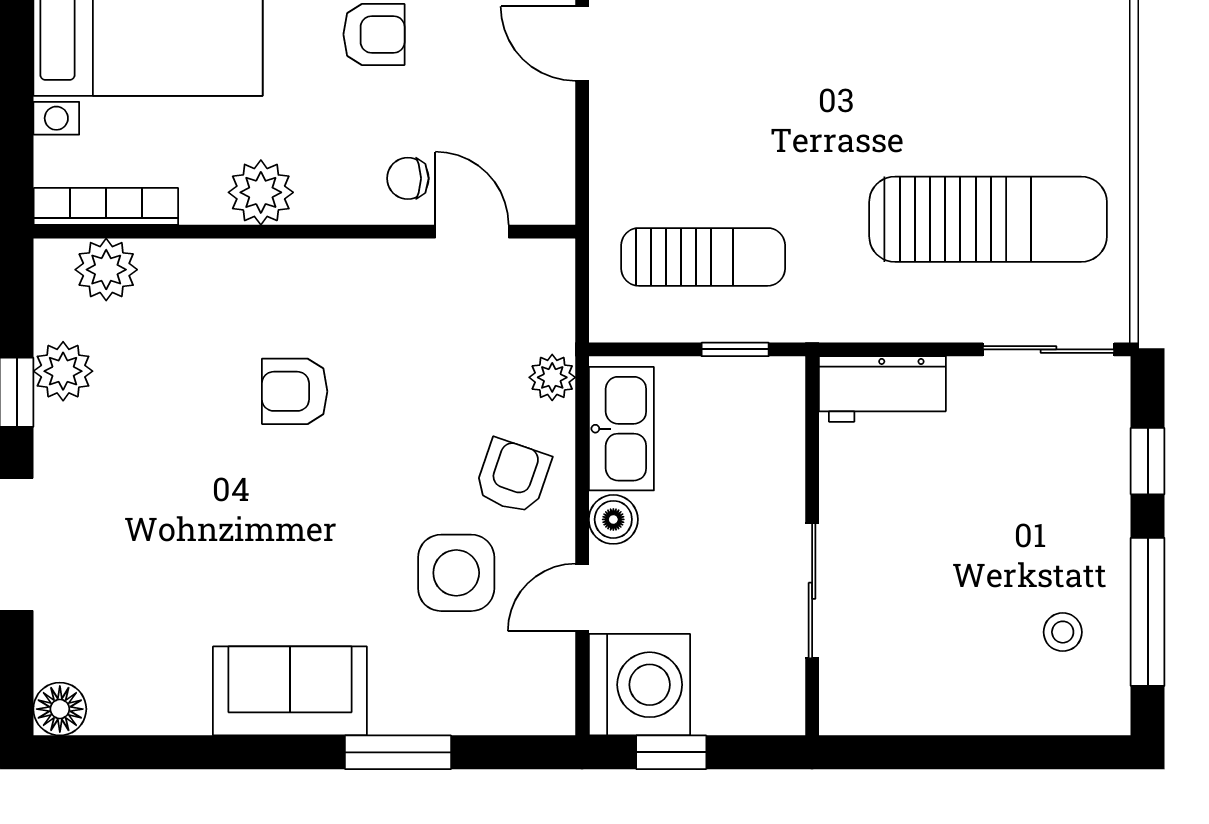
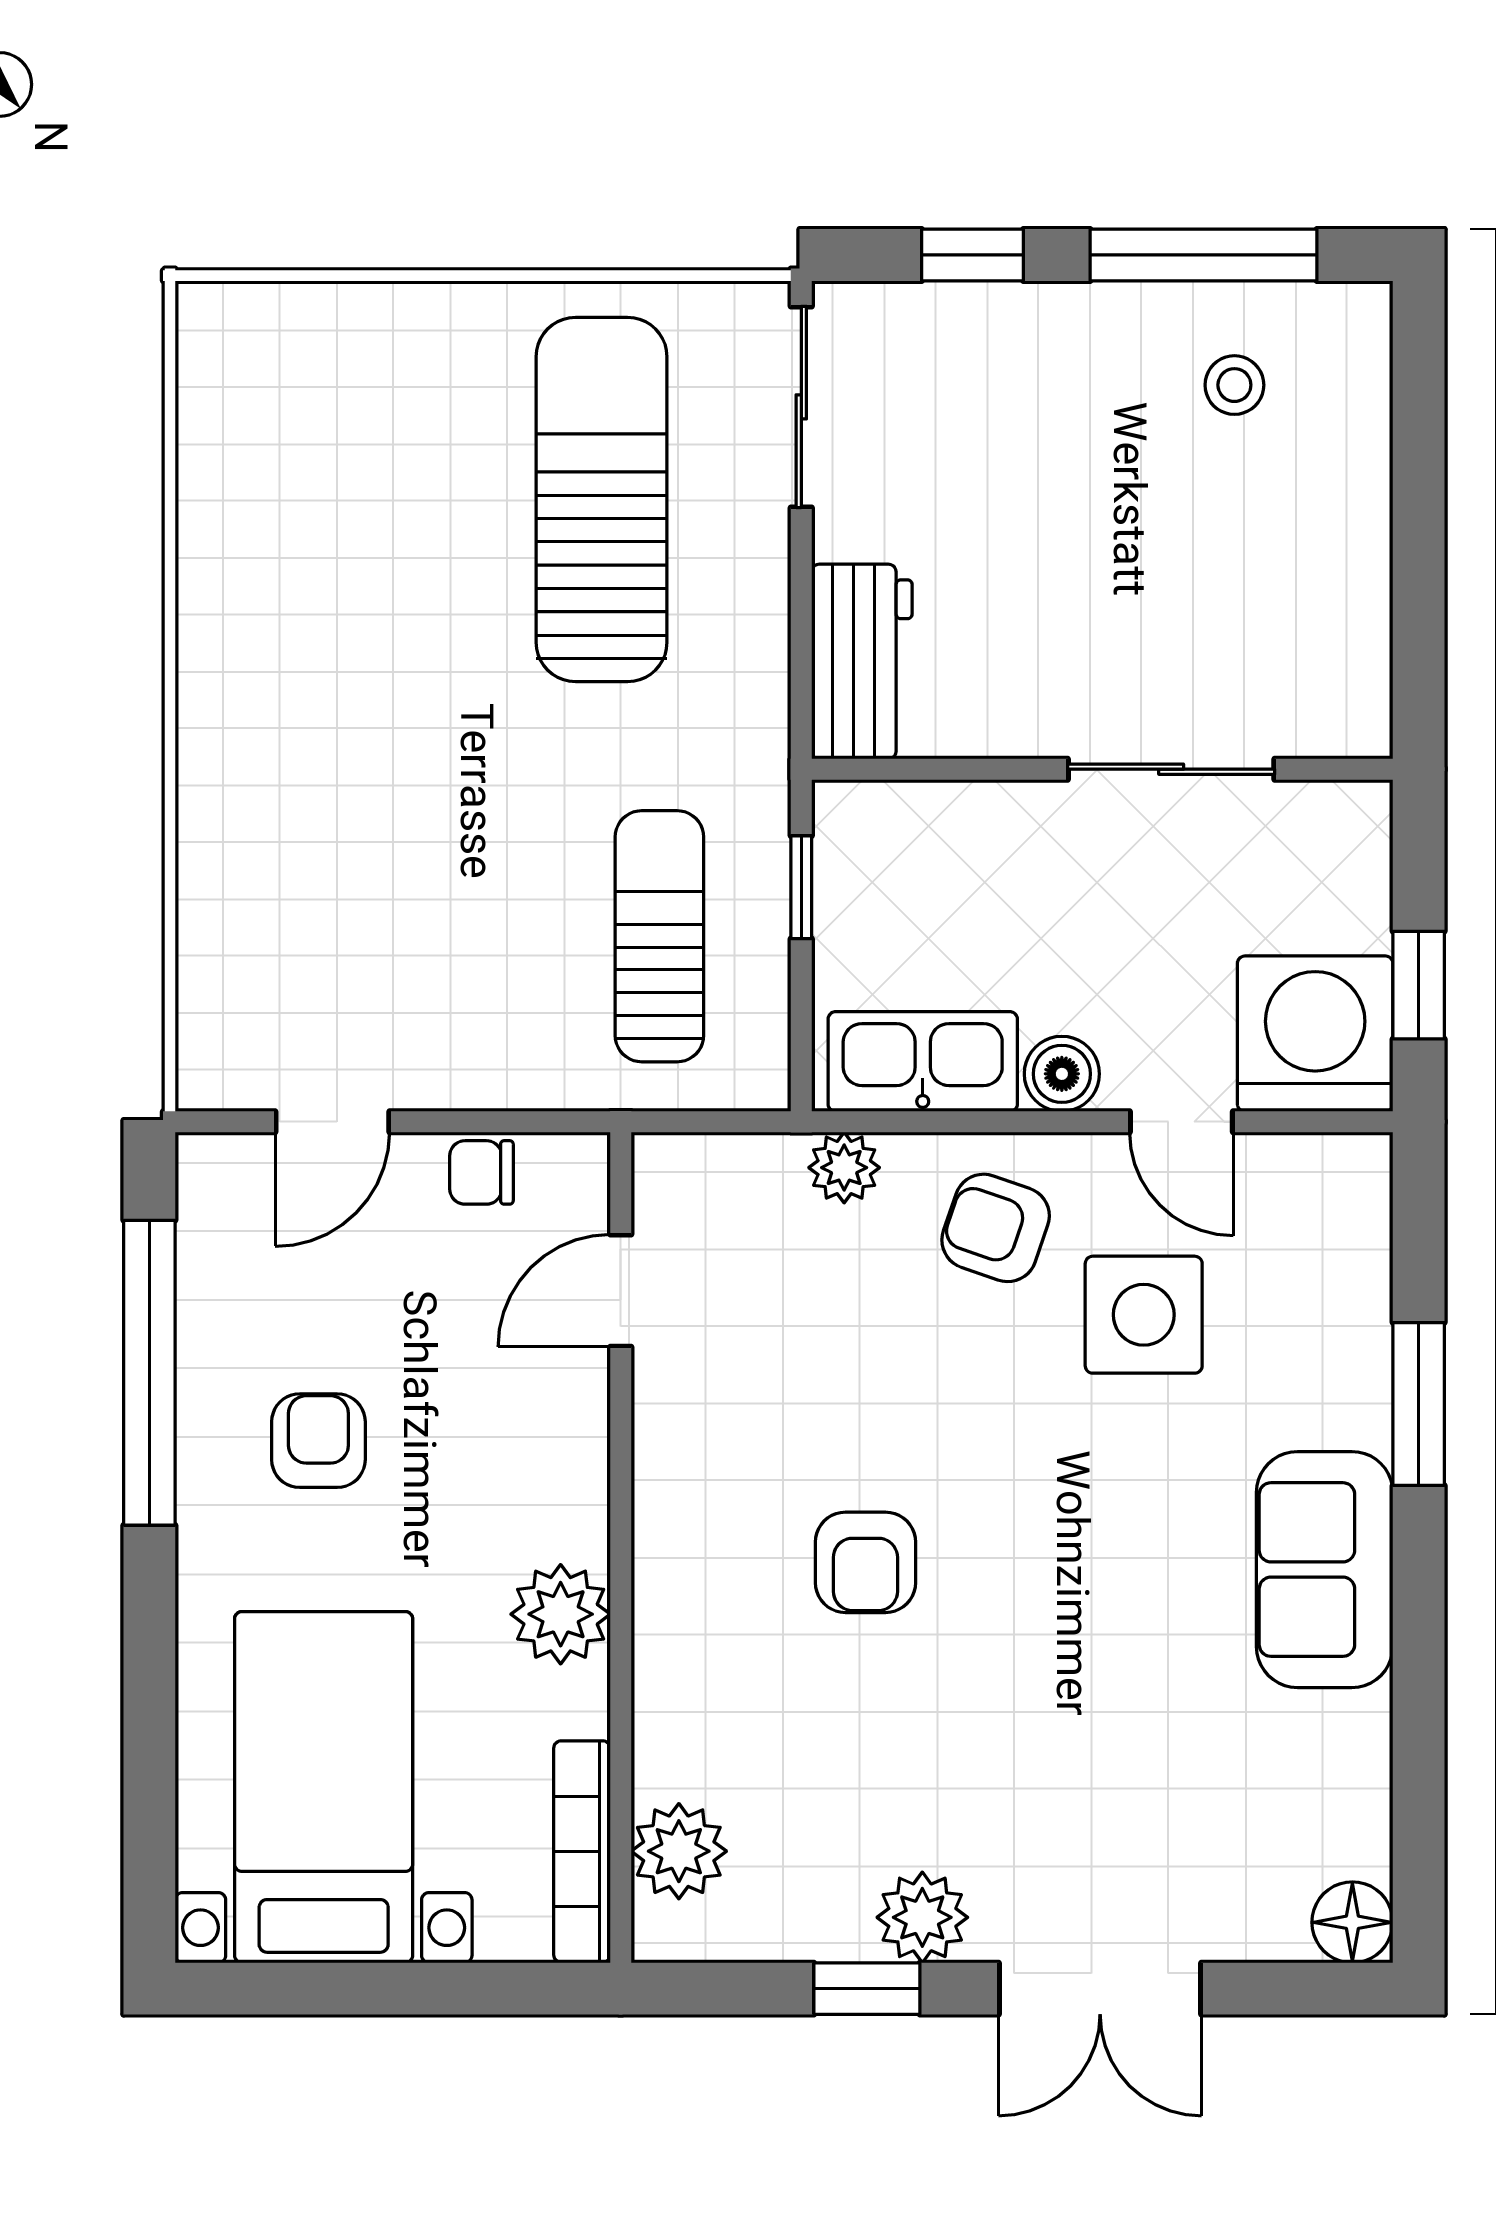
chair: (408, 178) -> (481, 1172), moved, turned 90
plant: (63, 371) -> (922, 1917), moved

